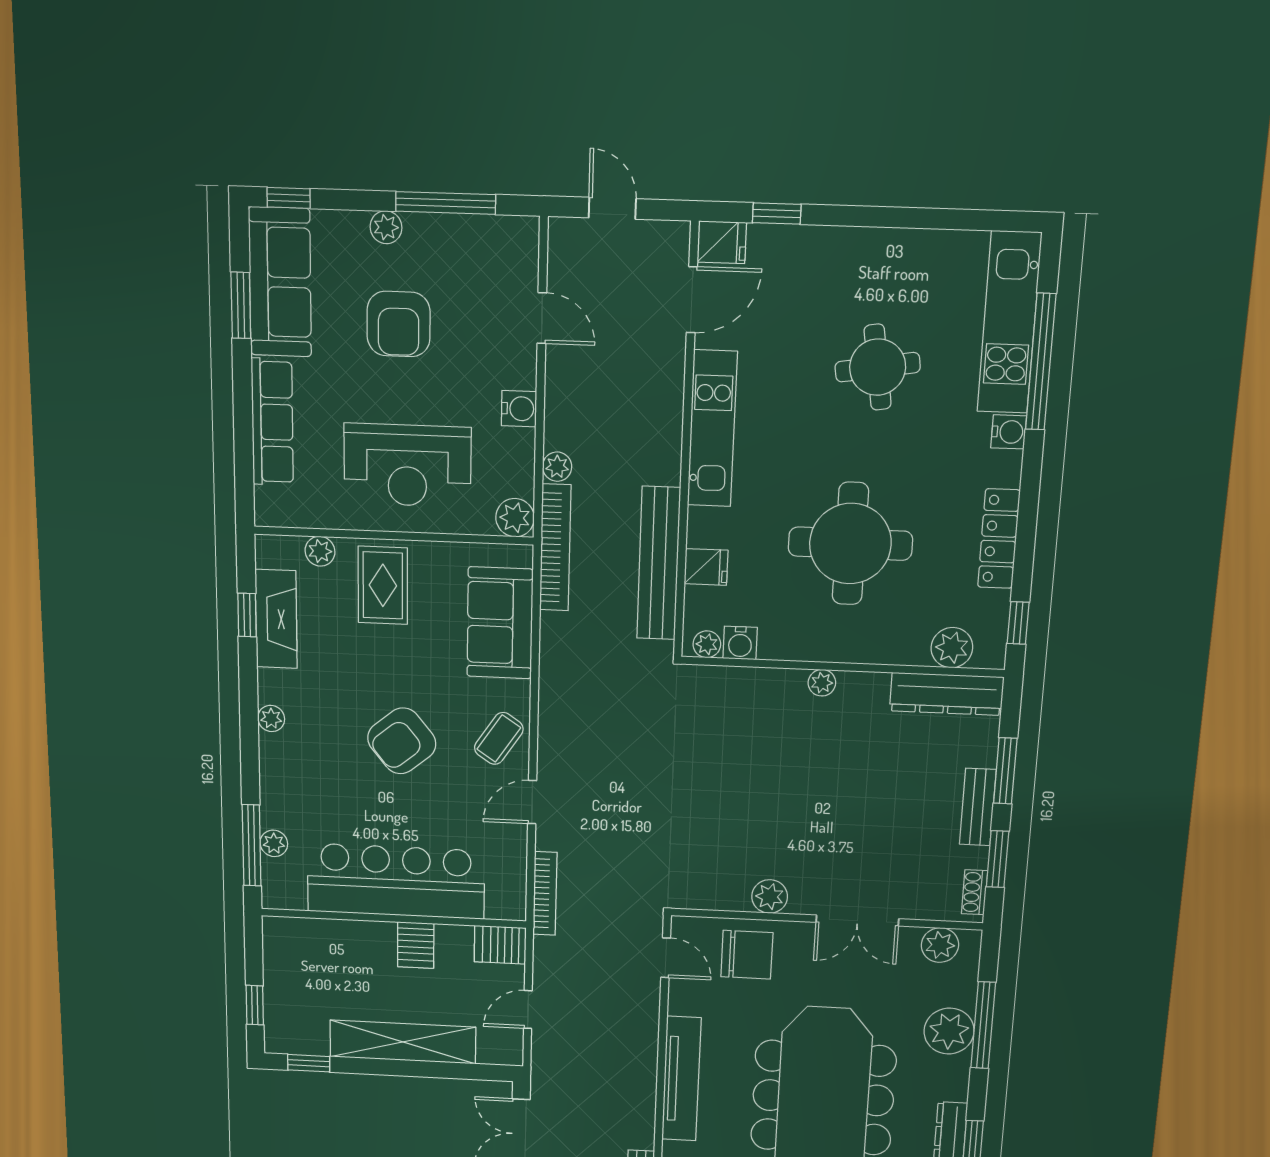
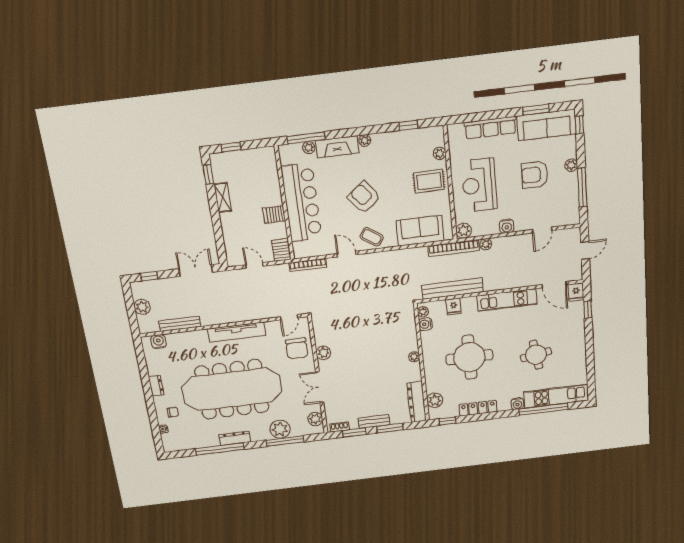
fireplace: (276, 619) -> (337, 147), moved
shelving: (403, 1042) -> (223, 198), width x0.45, depth x0.75

